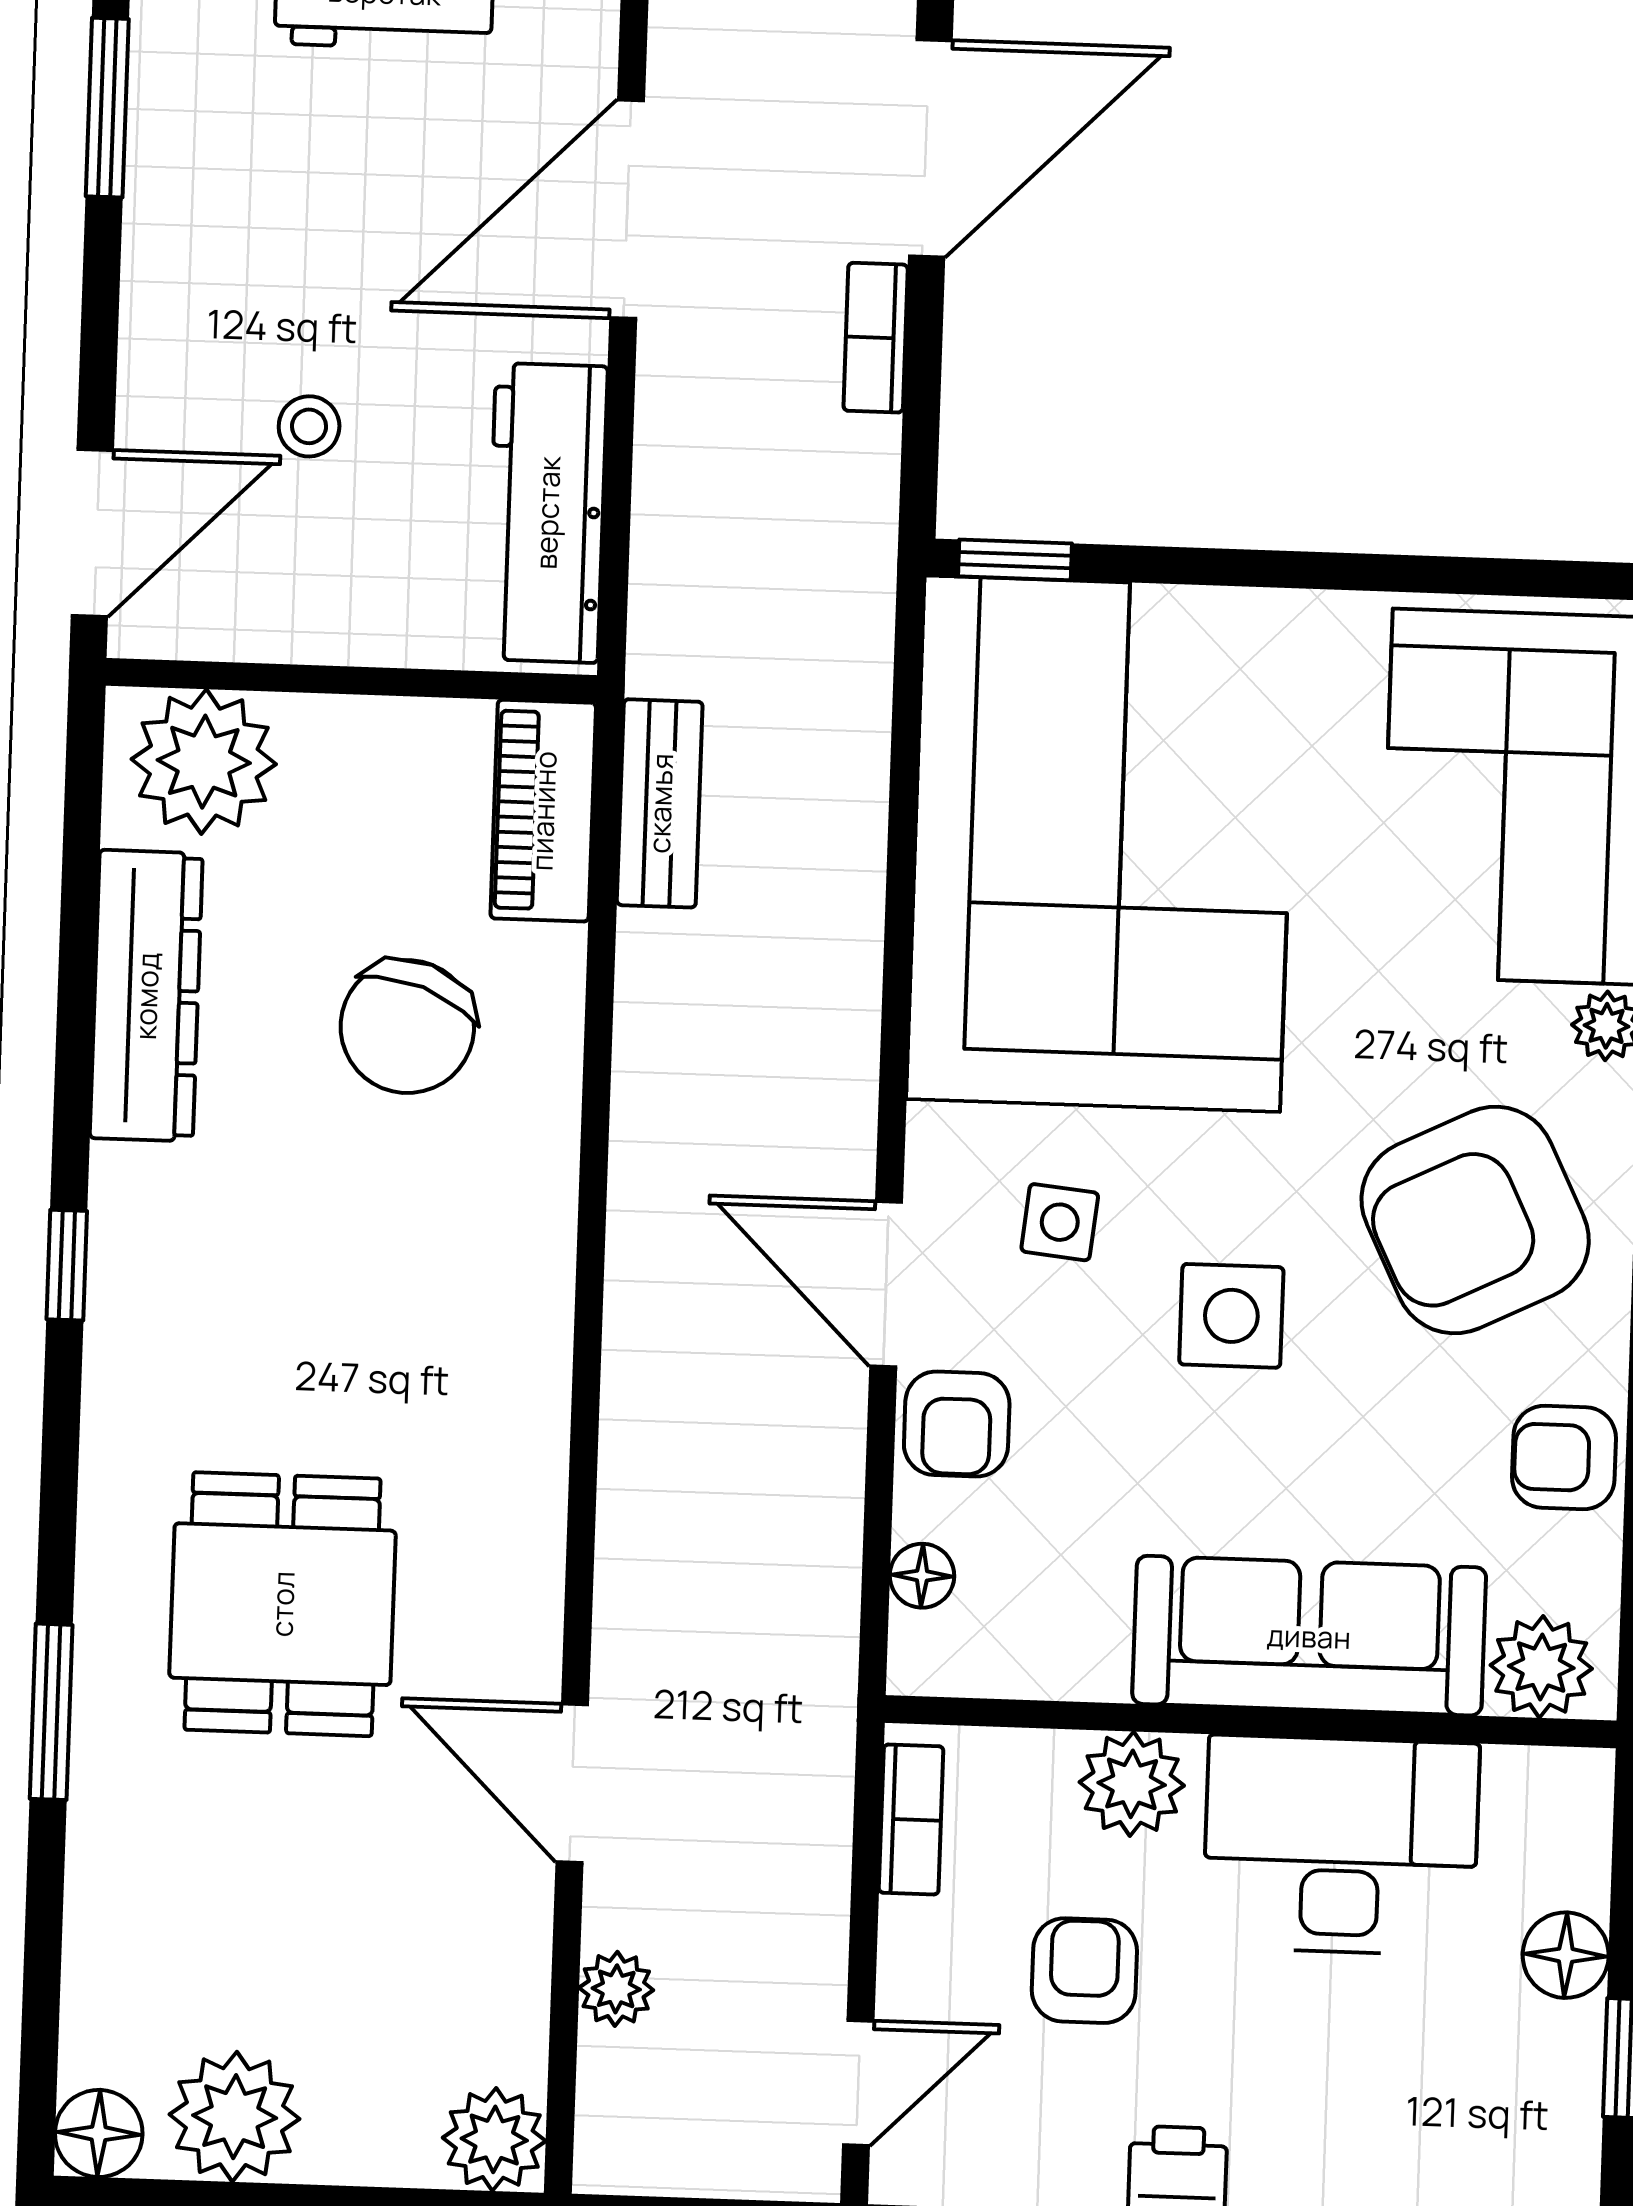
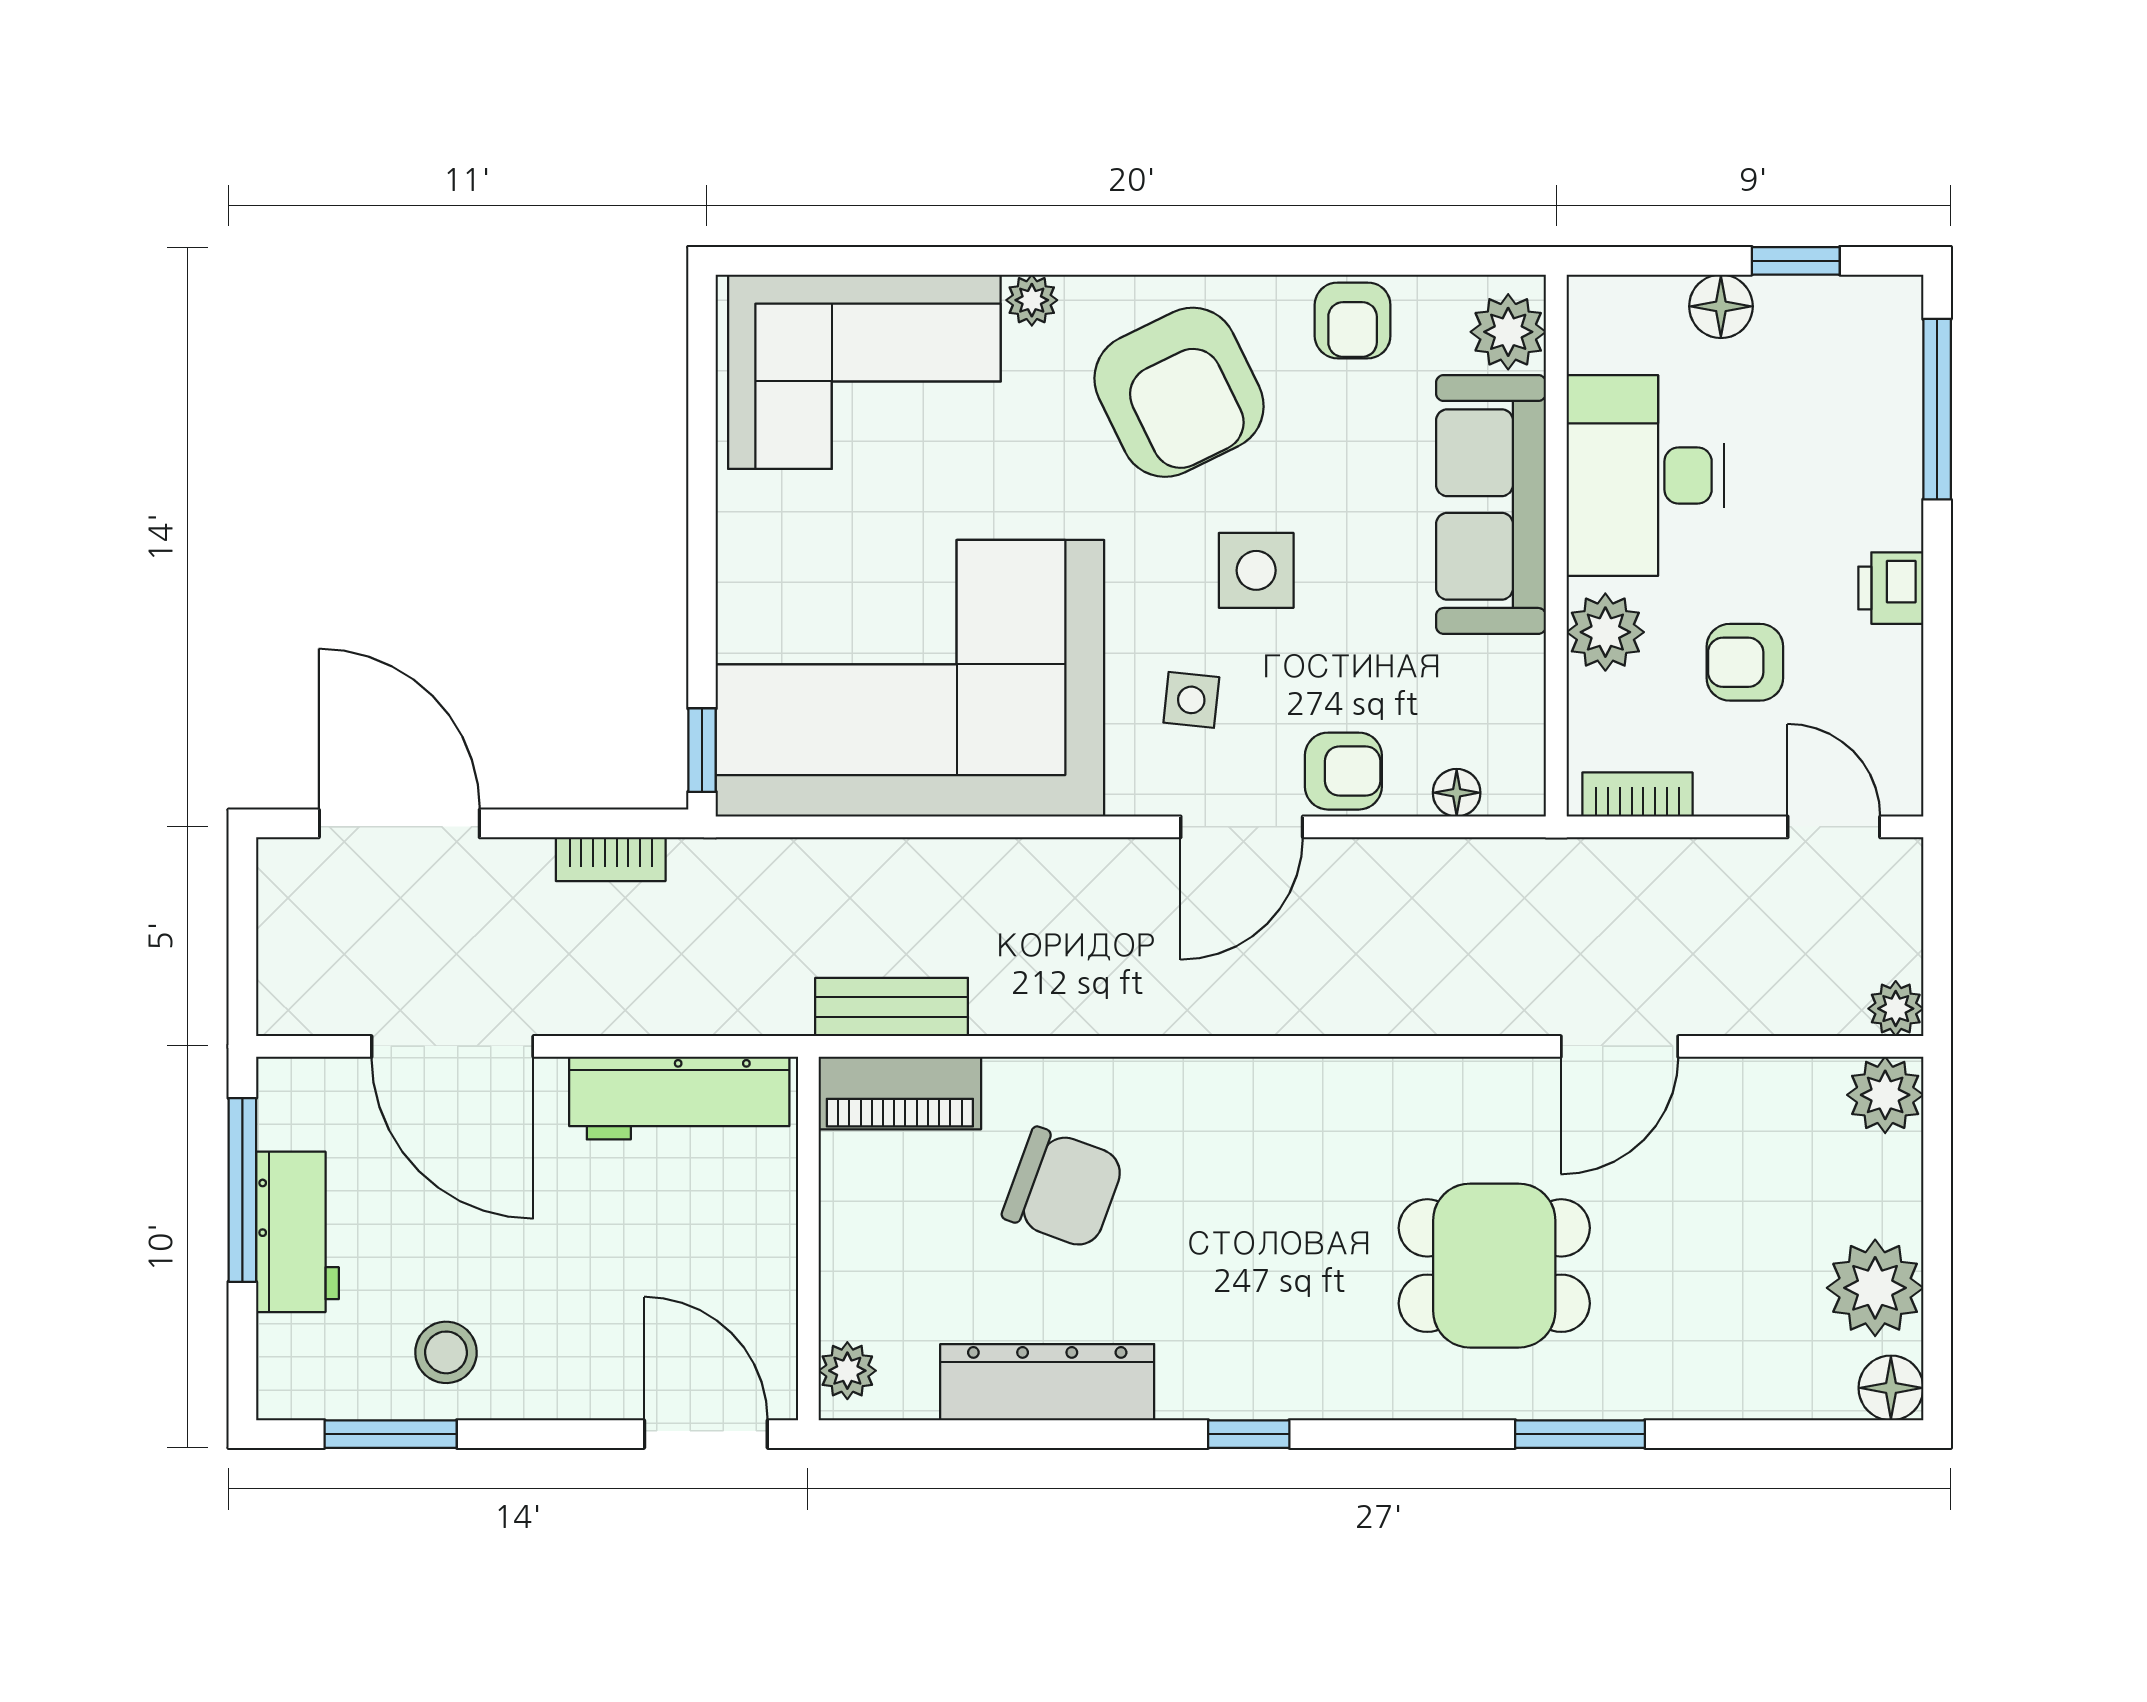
bookcase: (876, 338) -> (611, 859), moved
stool: (309, 426) -> (446, 1352), moved, width x1.37, depth x1.37
plant: (204, 762) -> (847, 1371), width x0.53, depth x0.53
plant: (616, 1989) -> (1896, 1009), moved

